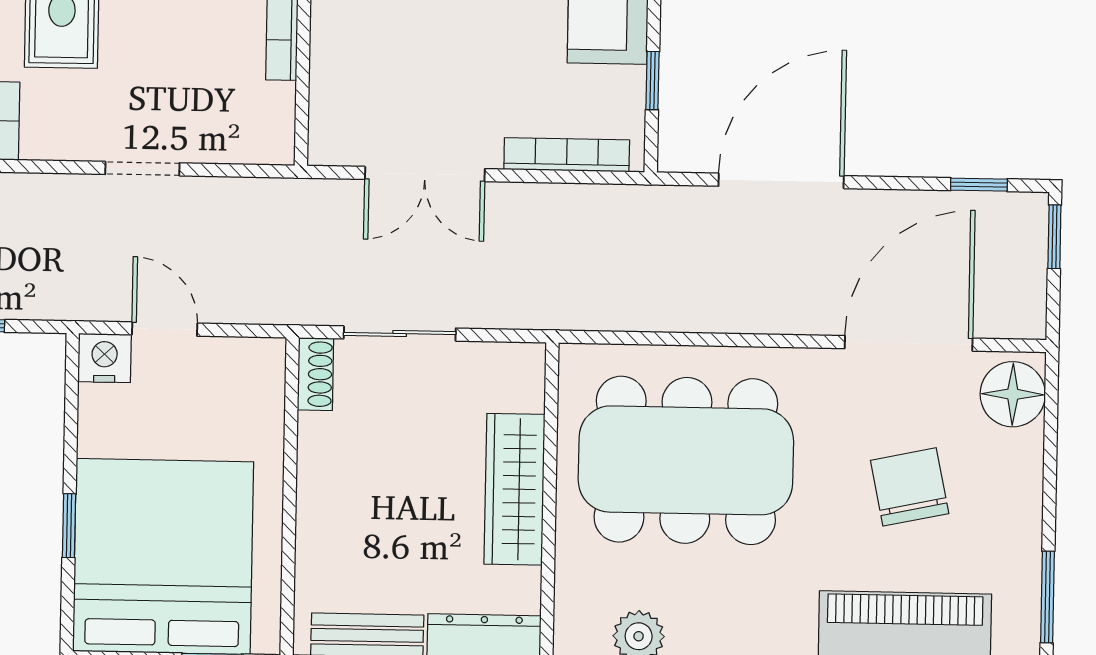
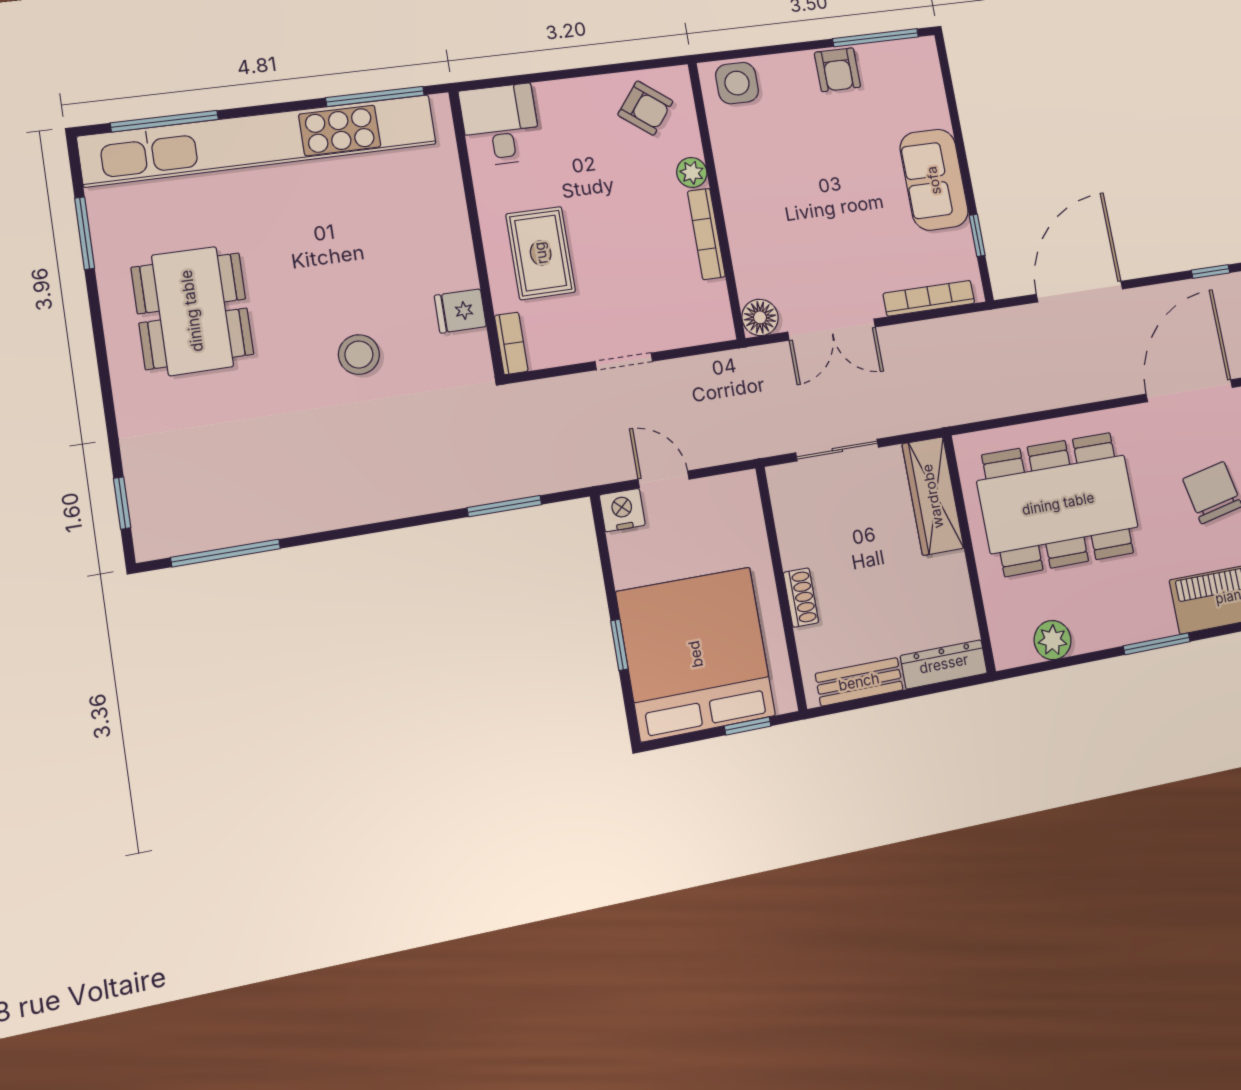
floor lamp: (332, 142) -> (760, 317), added
shoe rack: (315, 374) -> (801, 598), moved
wardrobe: (514, 489) -> (933, 496), moved

